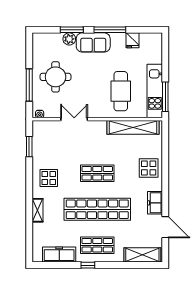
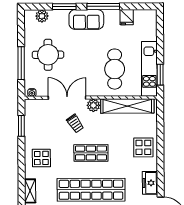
plant: (69, 39) -> (42, 16), moved
window: (165, 97) -> (160, 75), width x0.69
double door: (74, 119) -> (67, 98), width x1.37
plant: (100, 127) -> (93, 105), added
trolley: (82, 144) -> (75, 123), added

